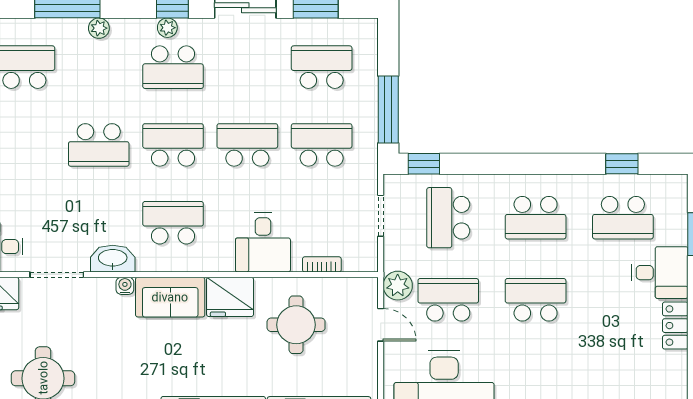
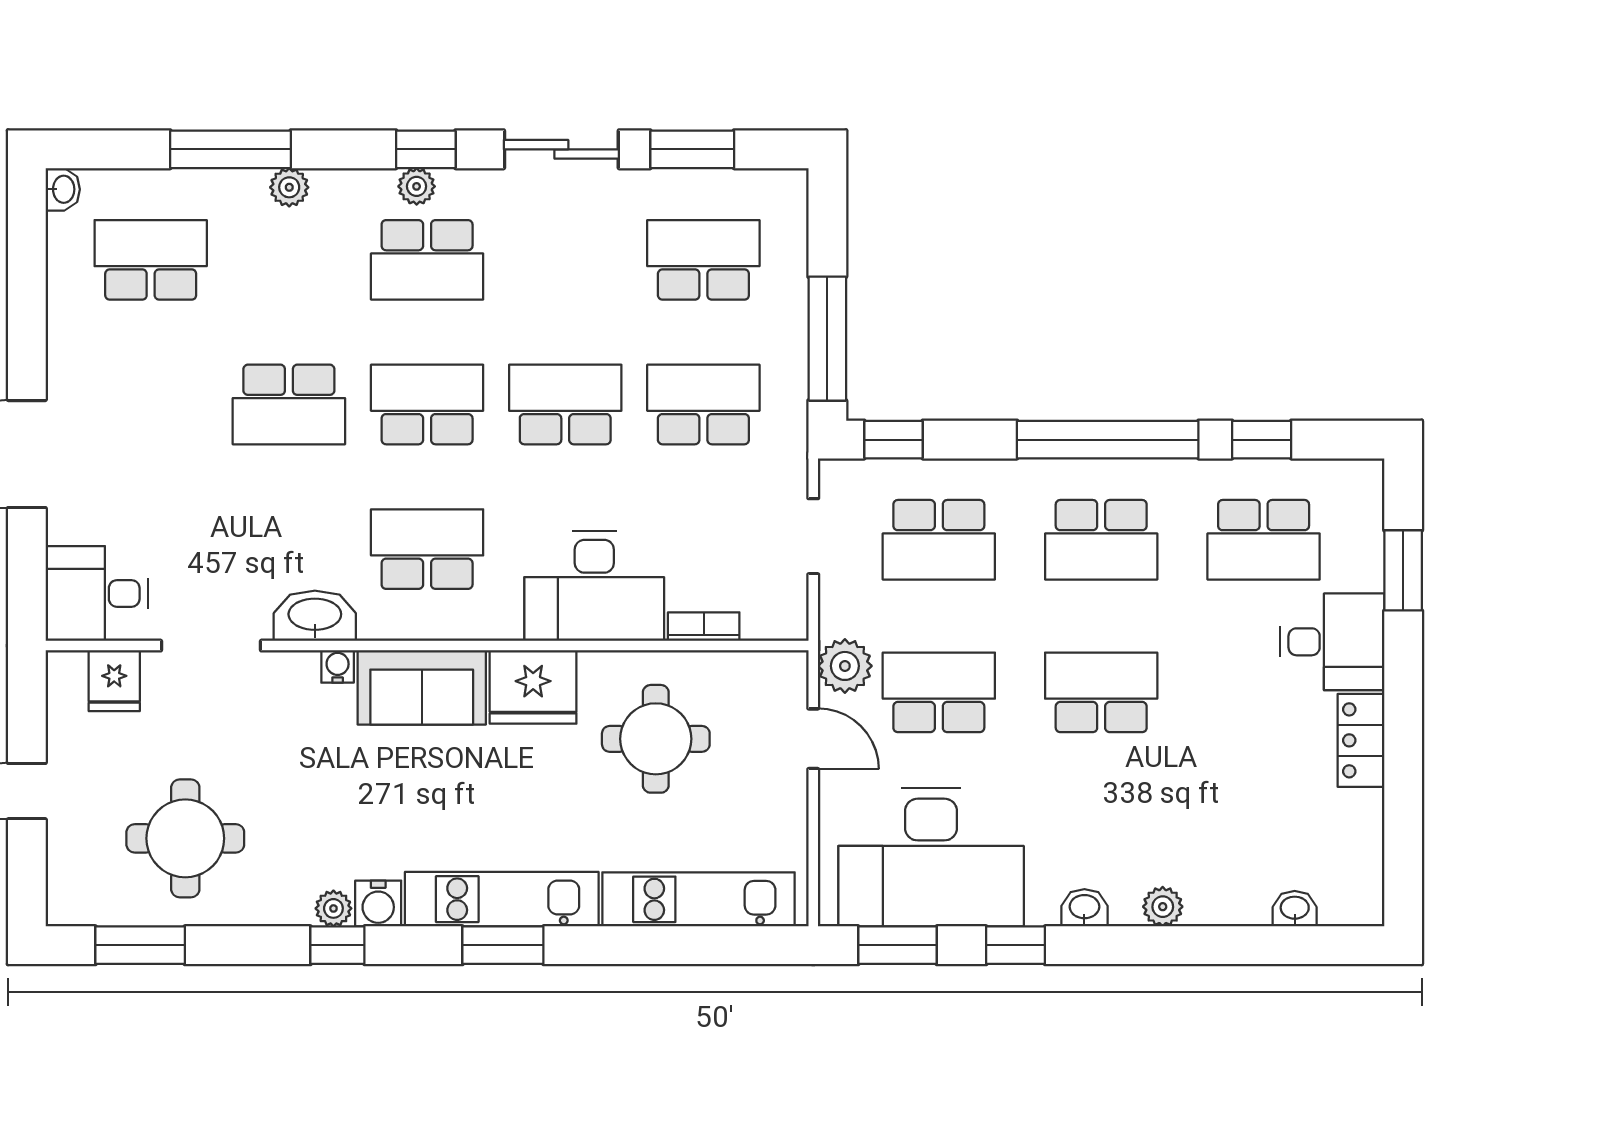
window: (539, 164) -> (1108, 440), added
school desk: (448, 218) -> (939, 540), turned -90
desk: (263, 243) -> (594, 586), width x1.37

